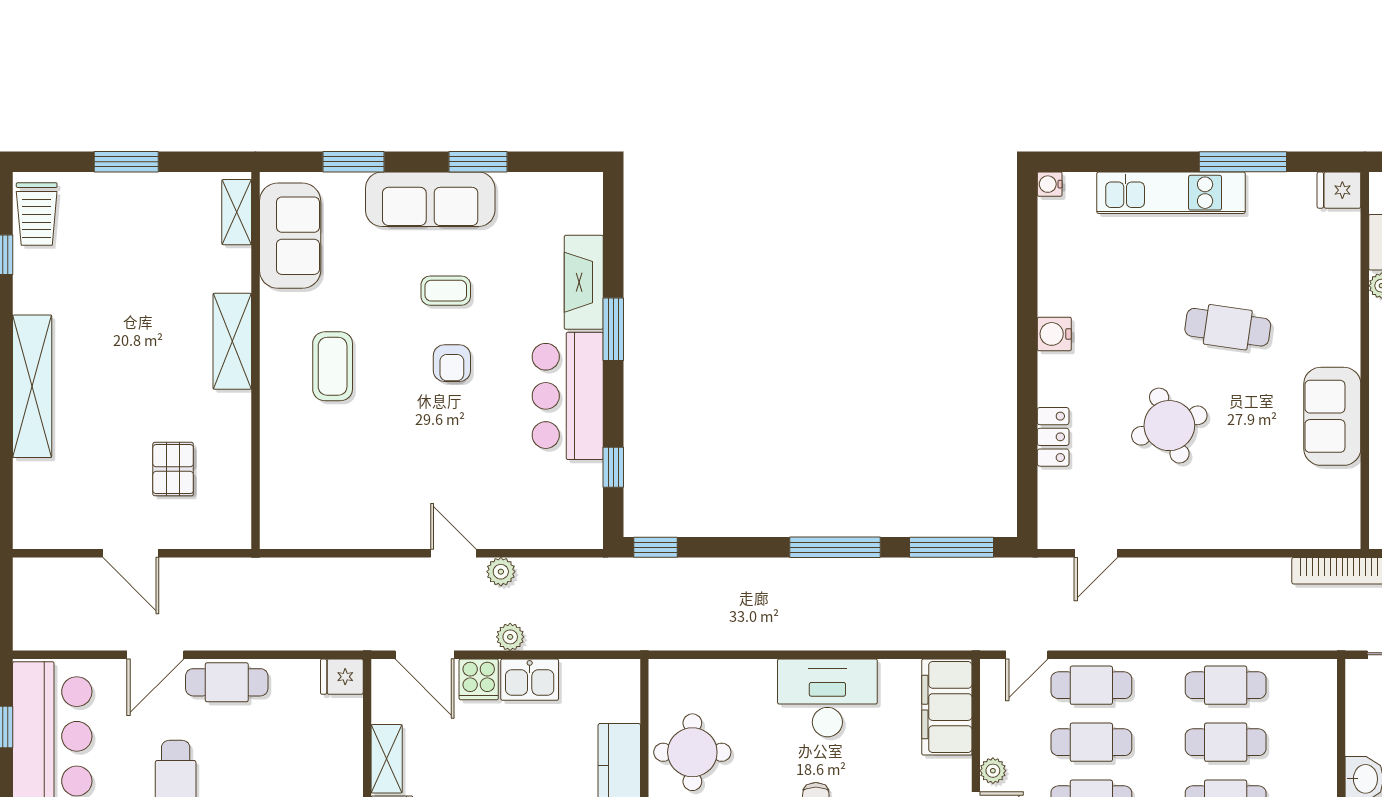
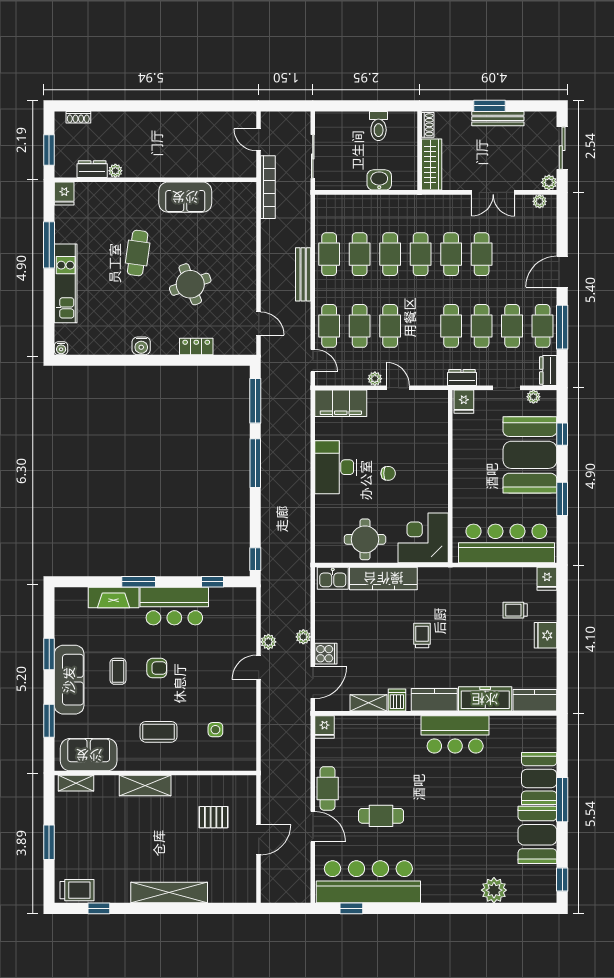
side table: (337, 473) -> (215, 730), added
bench: (1188, 637) -> (303, 274), added
kitchen sink: (530, 680) -> (333, 578), moved, turned 90

